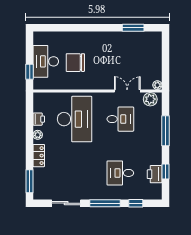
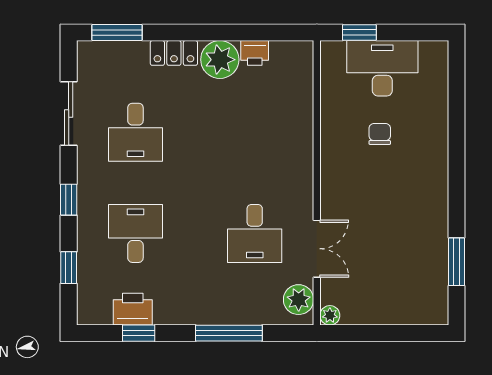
chair: (75, 63) -> (380, 134), width x0.54, depth x0.54
desk: (75, 119) -> (135, 132), moved, width x0.53, depth x0.77
plant: (38, 135) -> (220, 60), width x1.88, depth x1.88
window: (105, 203) -> (69, 200), width x0.46

